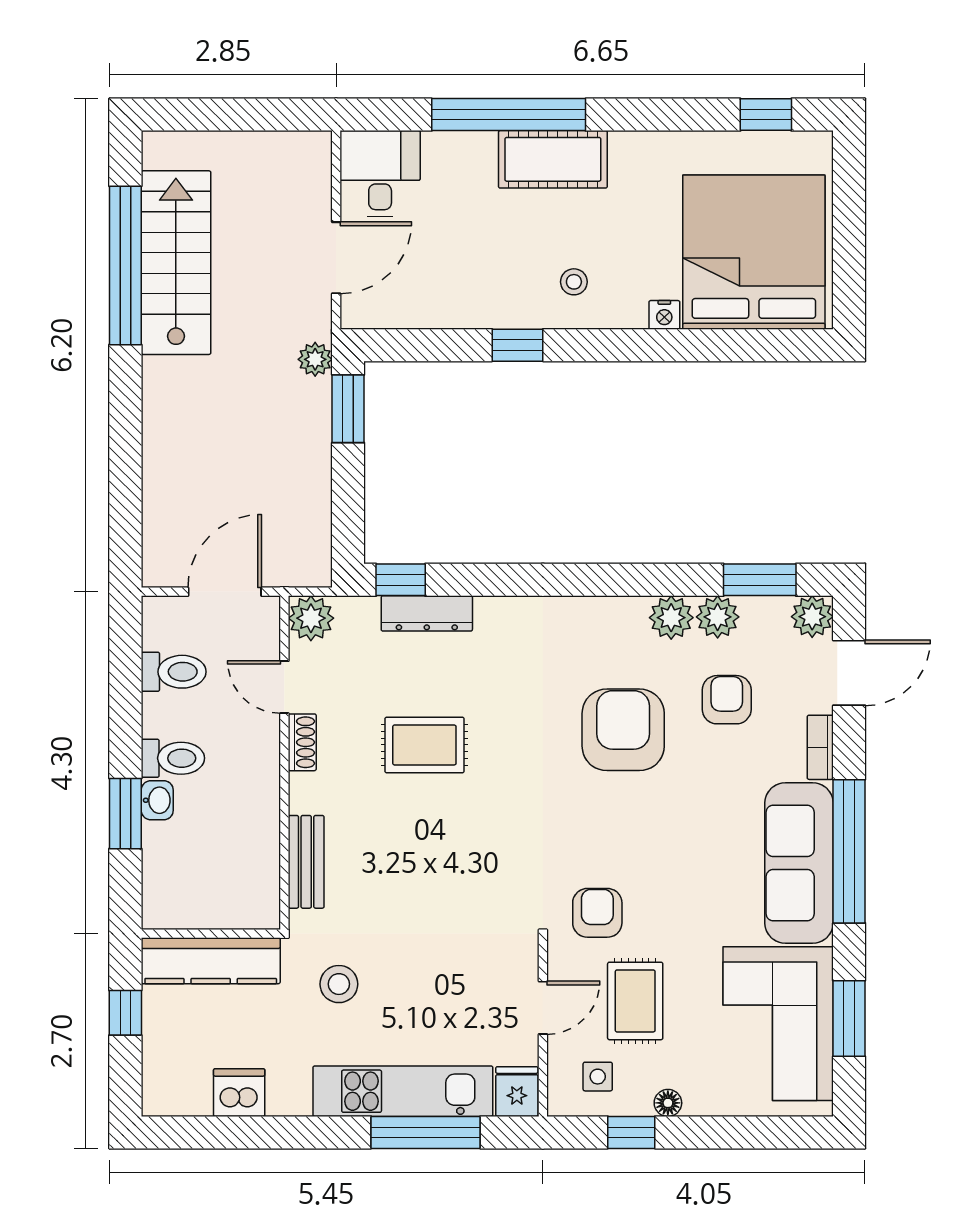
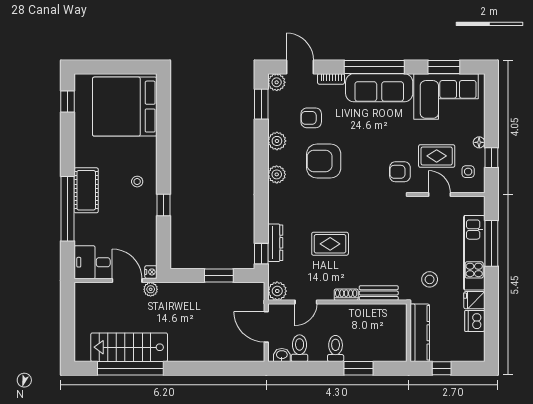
nightstand: (664, 315) -> (151, 272), moved
plant: (315, 359) -> (151, 289), moved
window: (348, 409) -> (219, 276), moved
plant: (718, 617) -> (277, 174), moved
shoe rack: (302, 742) -> (346, 295), moved
rug: (424, 745) -> (330, 244), turned 90
washbasin: (157, 800) -> (282, 355), moved
fridge: (517, 1092) -> (474, 300), moved

